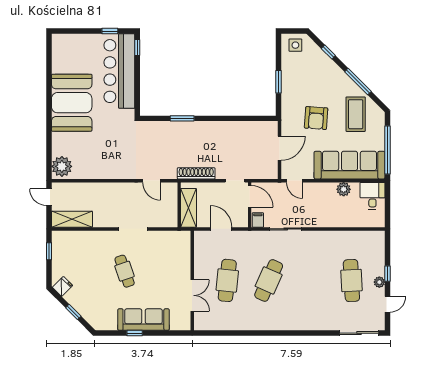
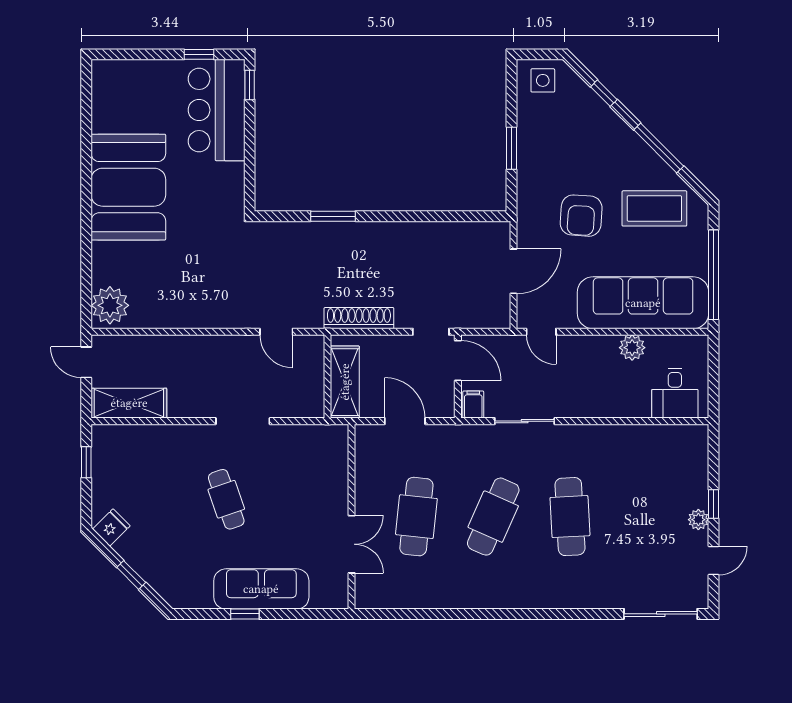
bar counter: (119, 71) -> (217, 110), width x0.73
coffee table: (356, 114) -> (654, 208), turned 90
desk: (372, 196) -> (675, 393), moved, turned 180
cafe table: (351, 280) -> (570, 517), moved

